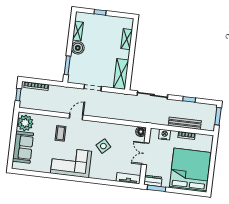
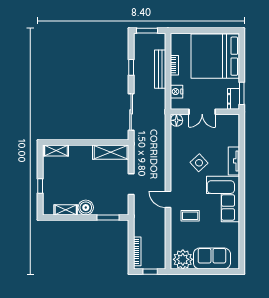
shelving: (127, 39) -> (56, 150), moved
tv unit: (128, 178) -> (234, 161), moved

